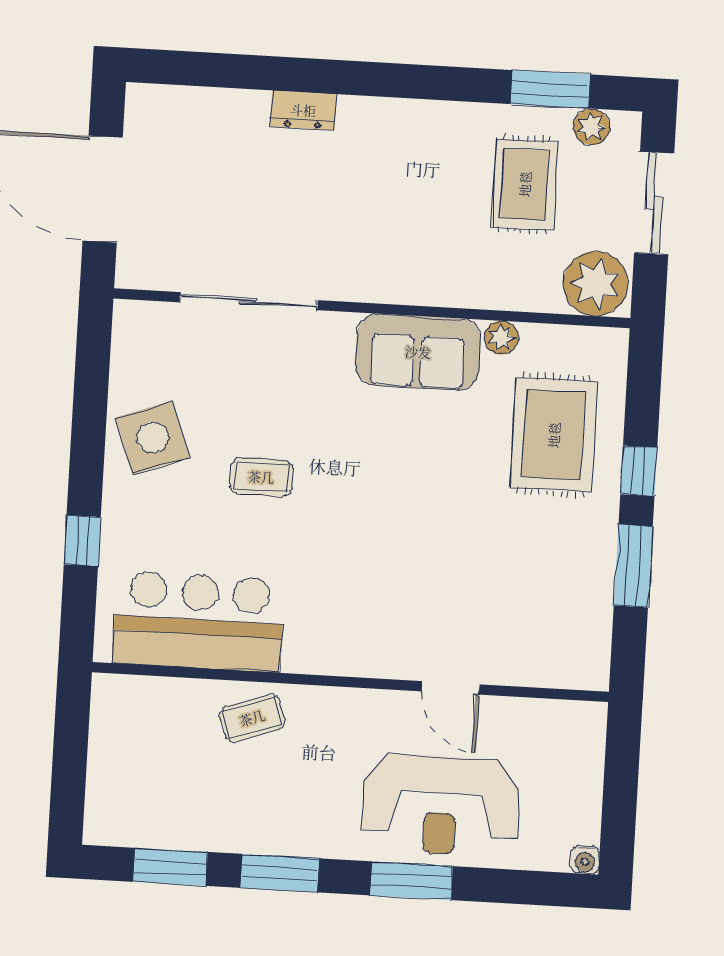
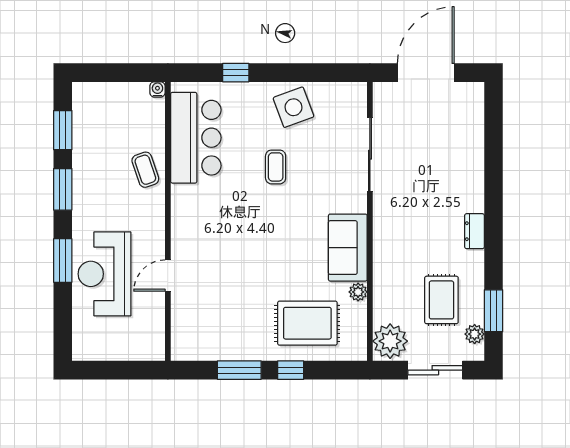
dresser: (303, 110) -> (474, 231), moved
rug: (525, 184) -> (441, 300), turned 90
water cooler: (585, 860) -> (157, 89), moved, turned 90

